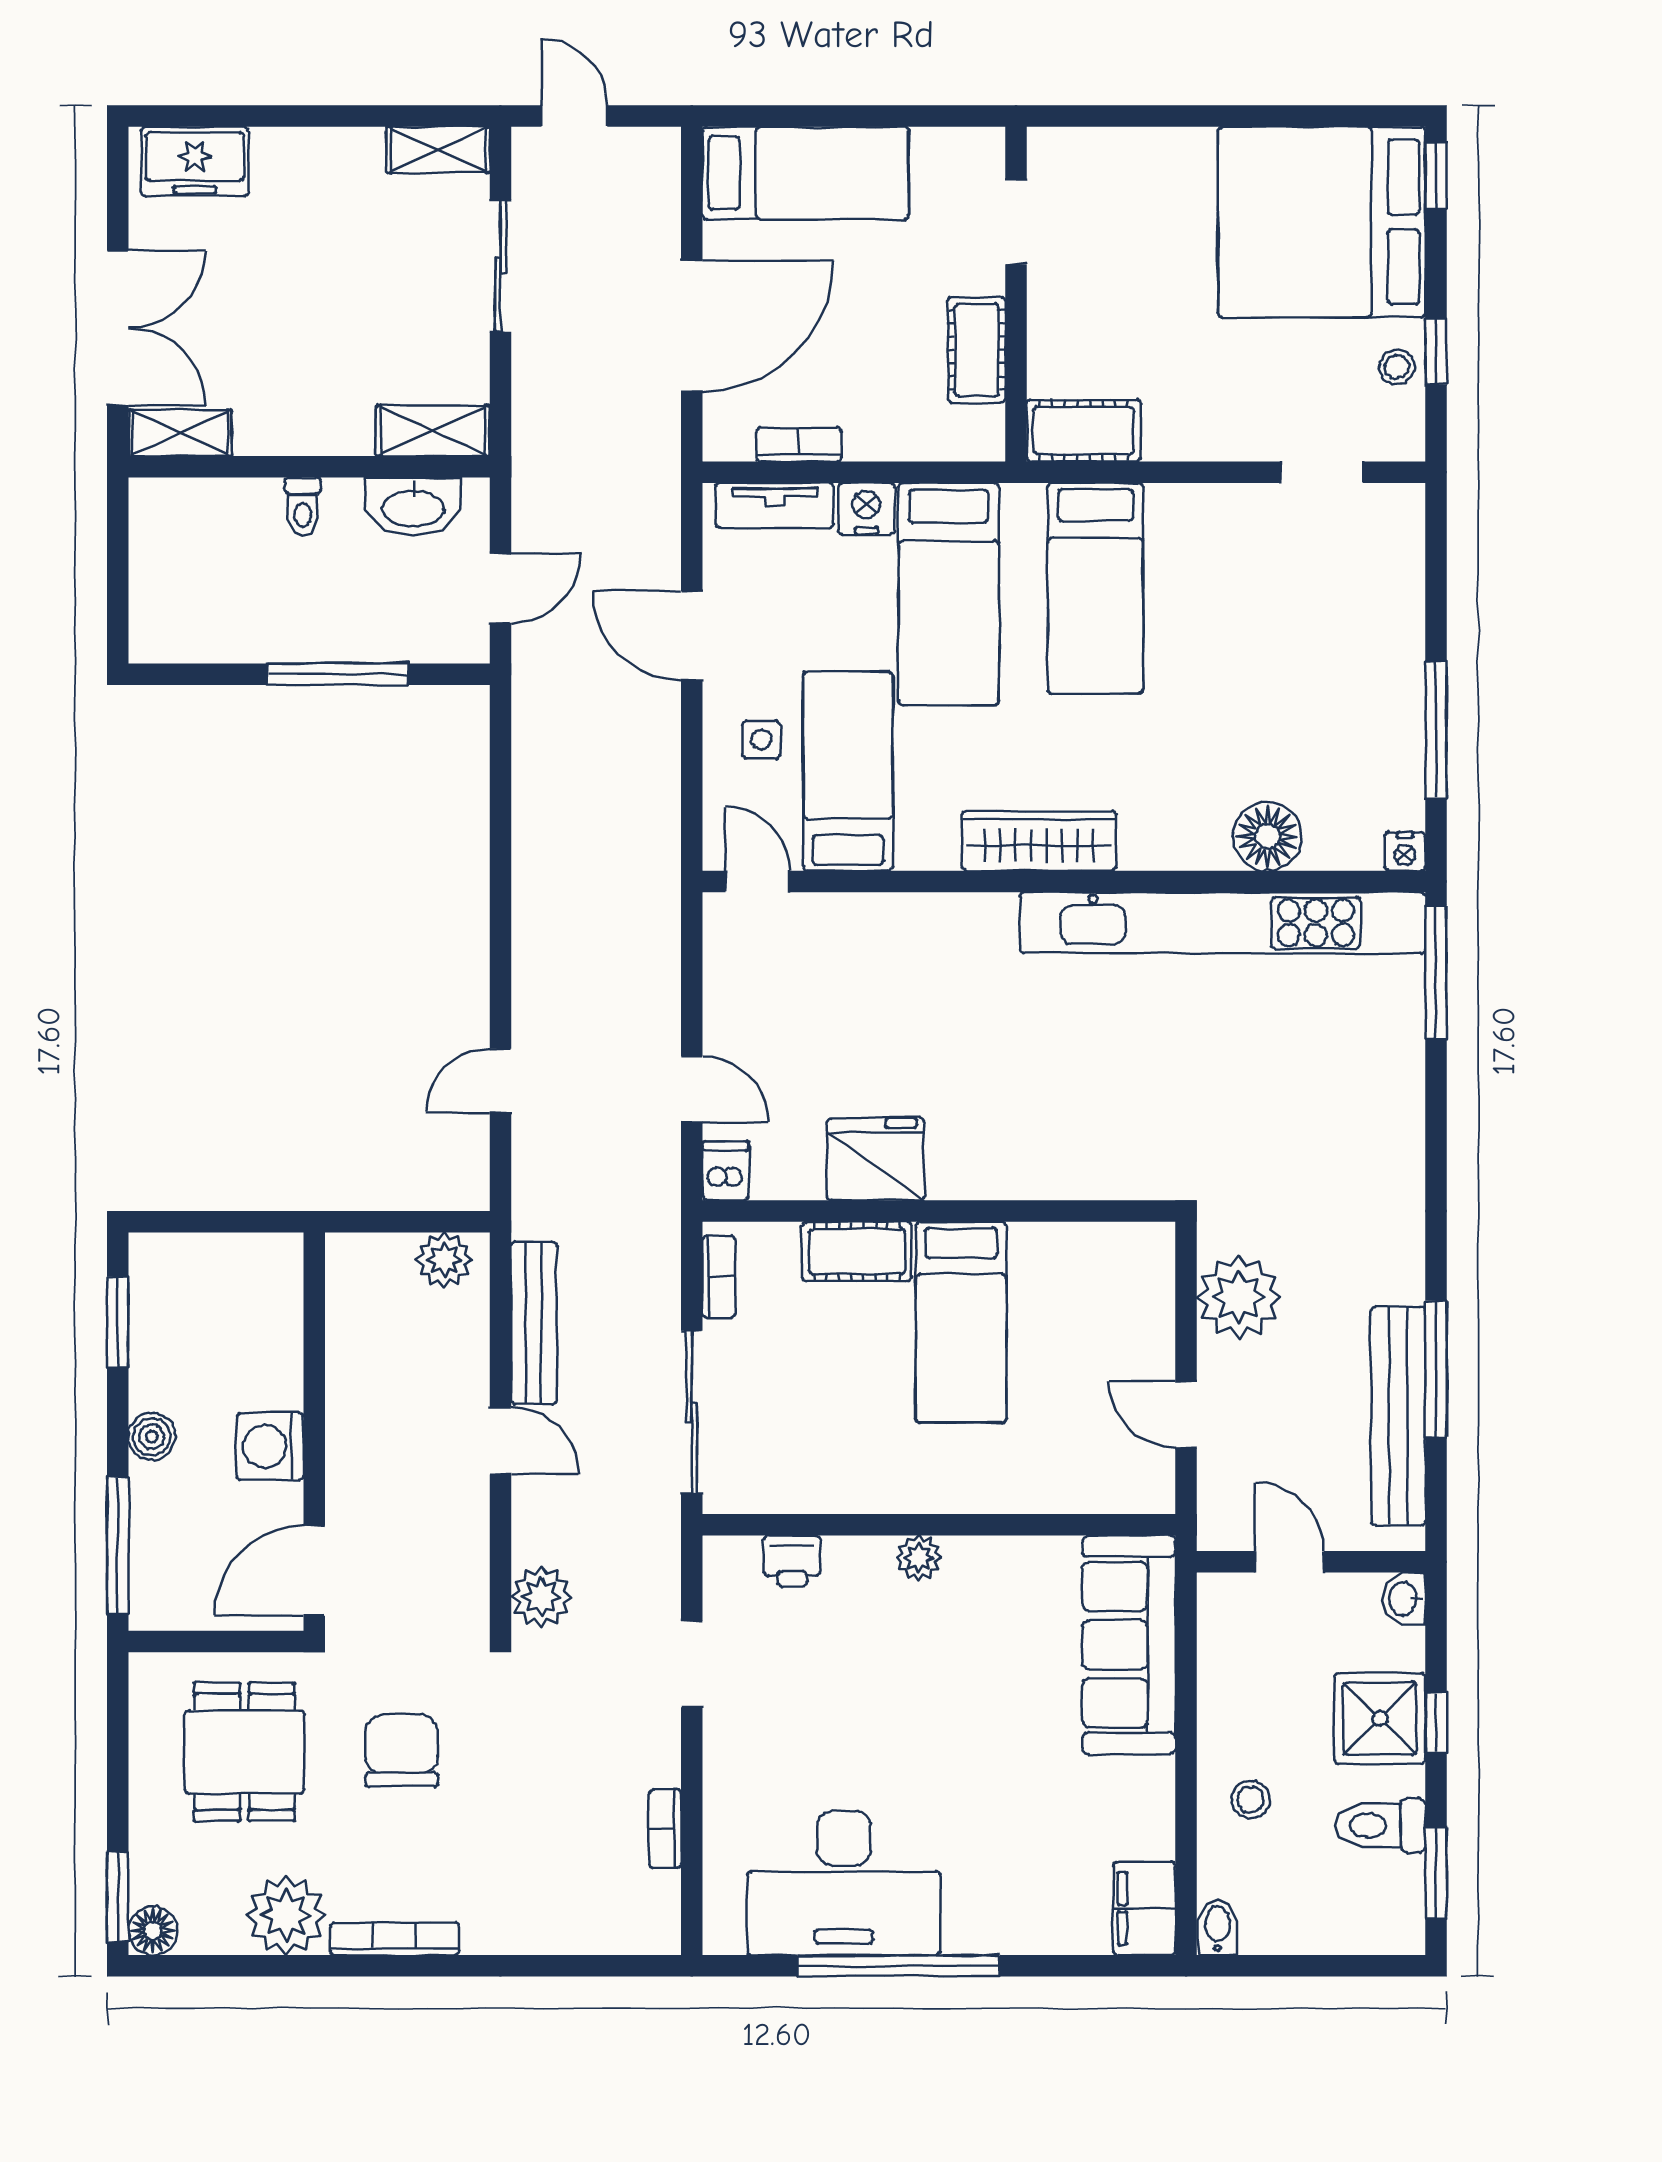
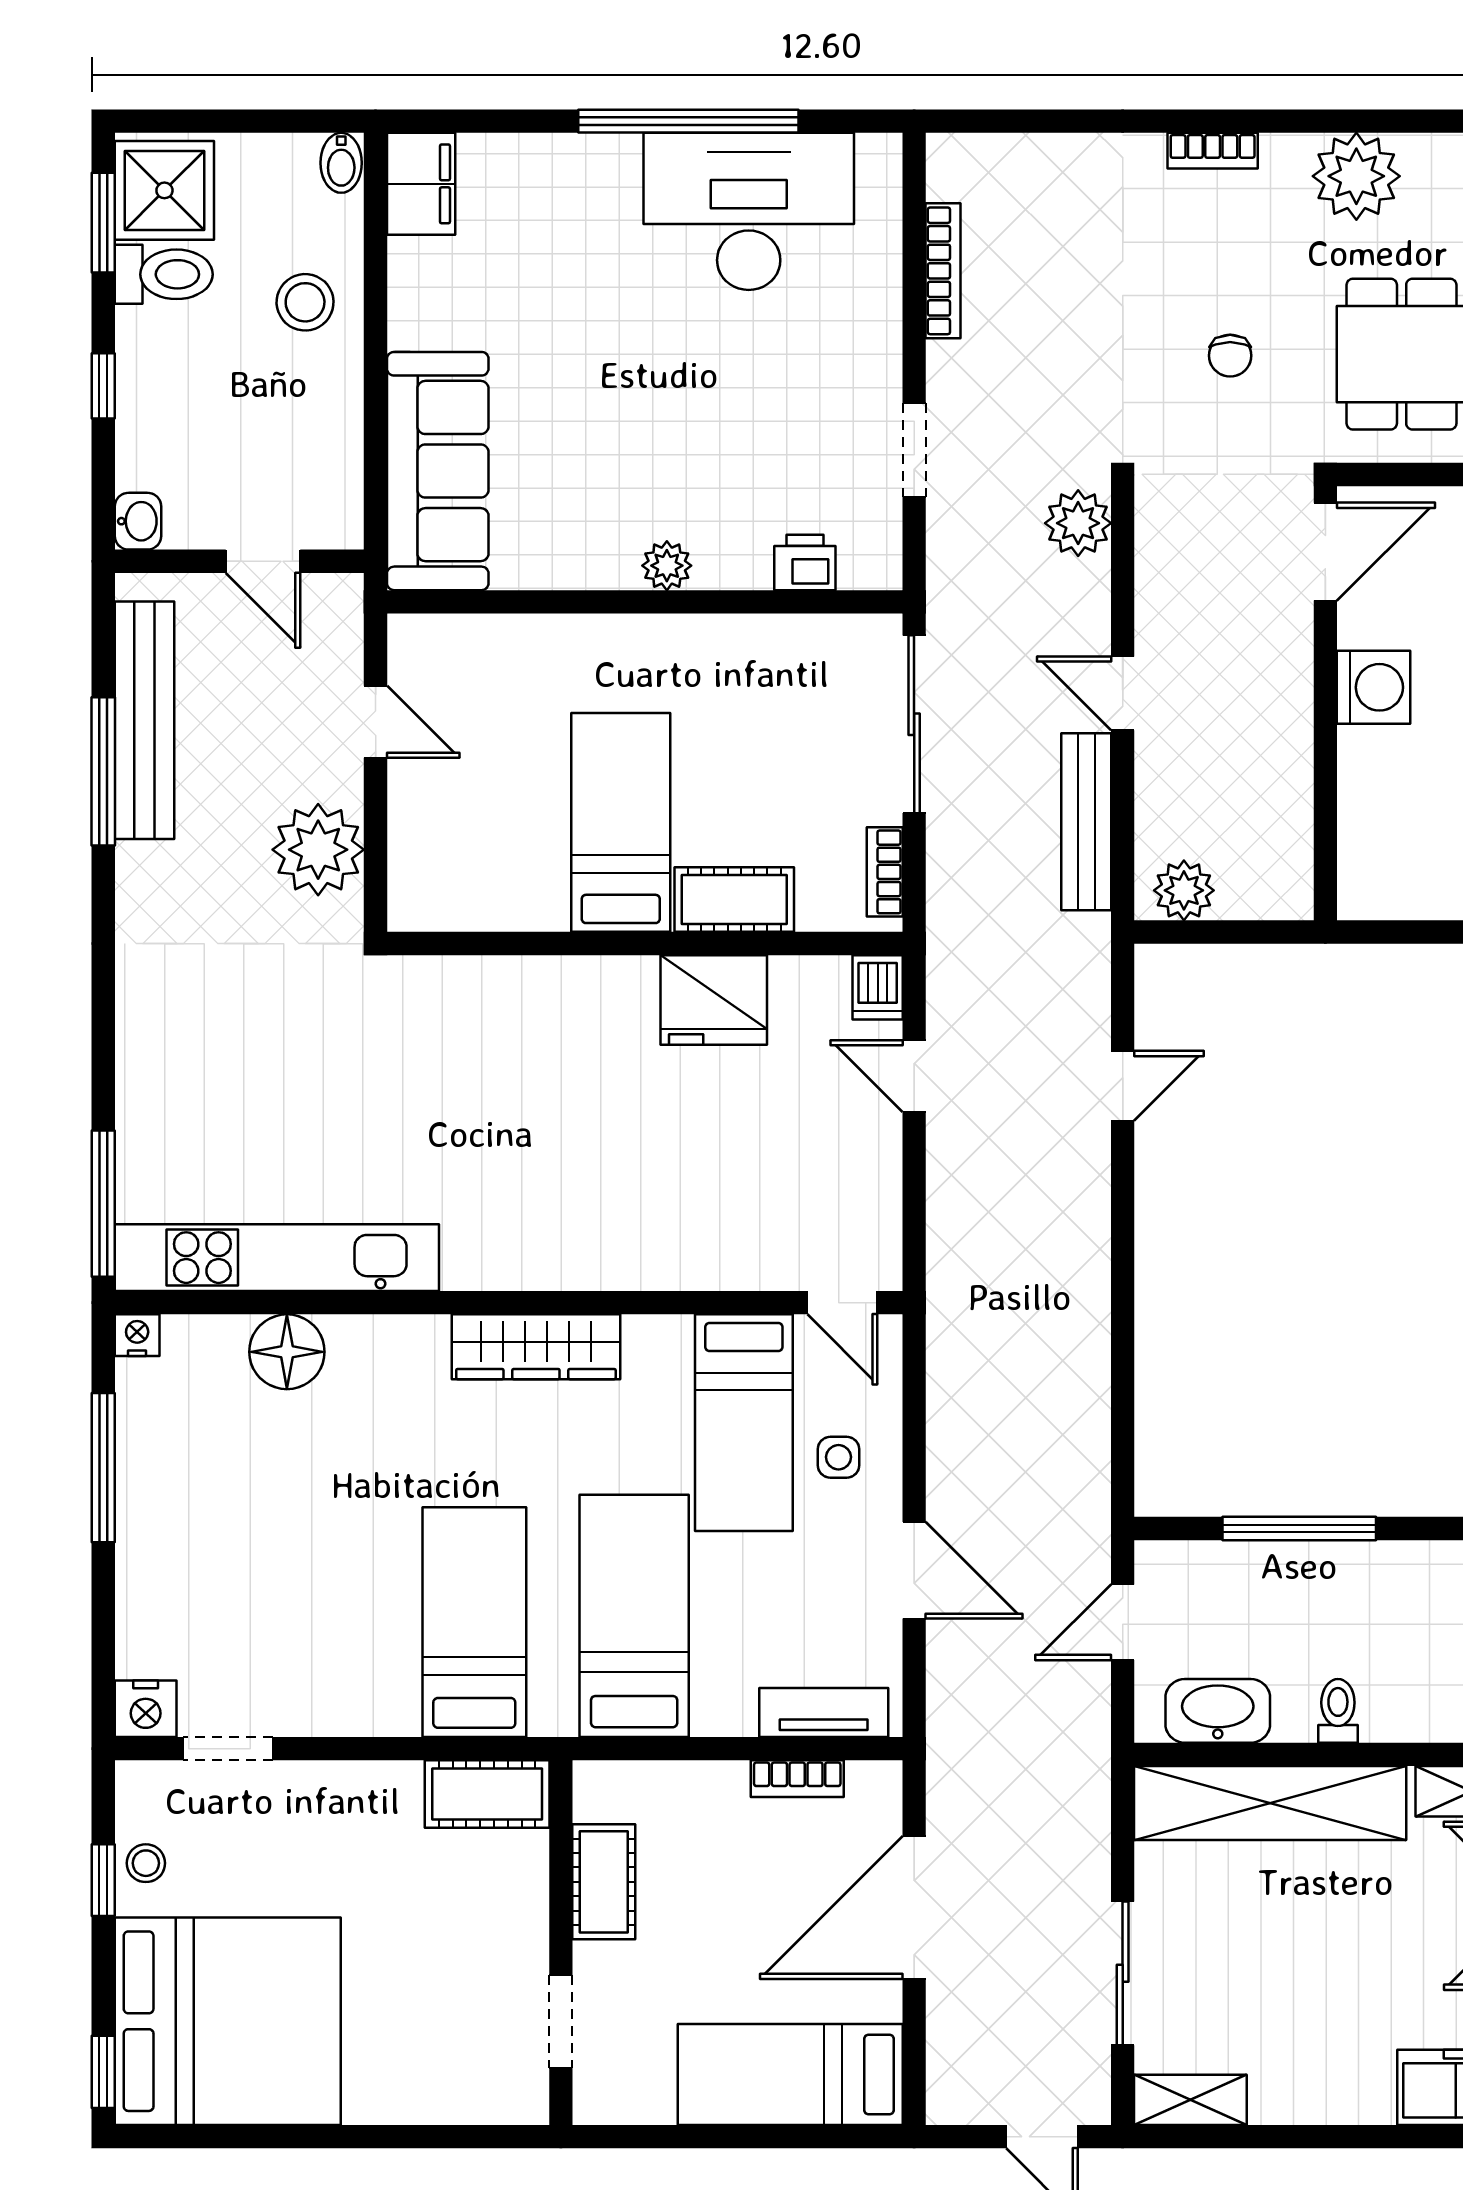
shelving: (433, 431) -> (1270, 1803), width x2.20, depth x1.33
nightstand: (866, 509) -> (146, 1709), moved
kitchen unit: (1223, 923) -> (277, 1258), width x0.73
shower: (1380, 1719) -> (164, 190), moved
chair: (402, 1751) -> (1230, 356), width x0.54, depth x0.54
stool: (1251, 1800) -> (305, 302), width x1.37, depth x1.37
bookcase: (665, 1828) -> (943, 271), width x1.56
bookcase: (395, 1939) -> (1213, 151), width x0.64

